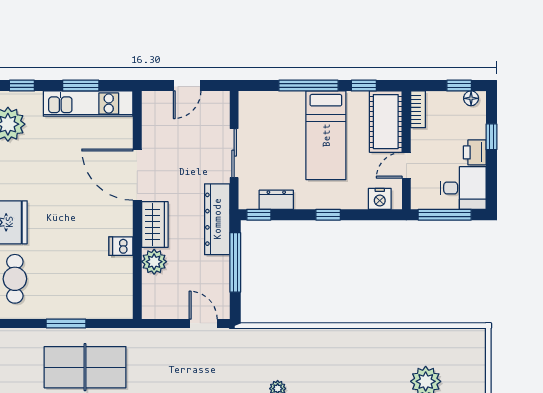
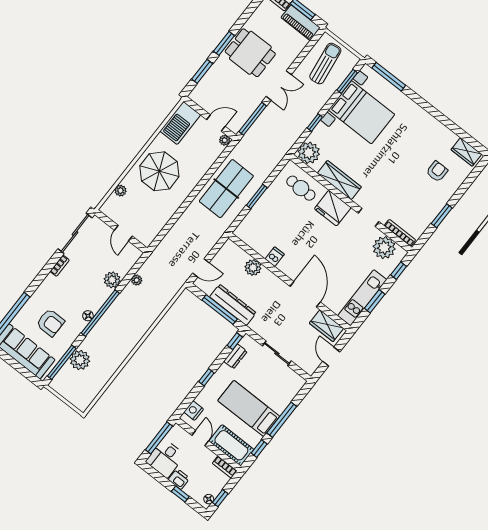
door: (137, 175) -> (305, 294), hinge flipped
dresser: (217, 219) -> (233, 305), moved
wardrobe: (155, 225) -> (326, 326), moved

